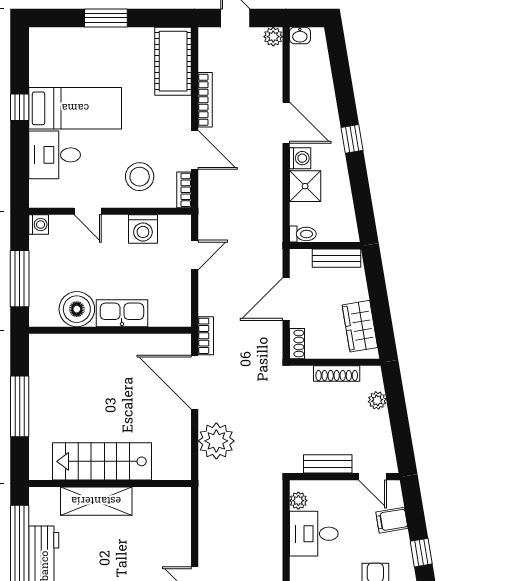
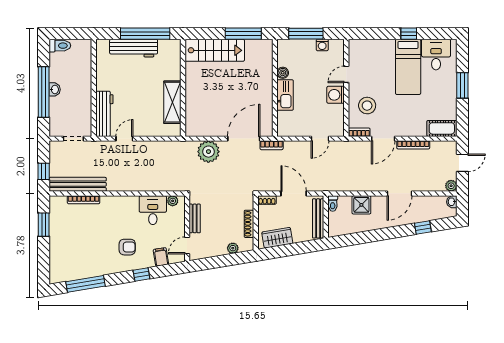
cot: (173, 61) -> (442, 128), width x0.73, depth x0.75
window: (352, 139) -> (423, 227), moved
desk: (55, 155) -> (436, 55), moved
washing machine: (300, 158) -> (378, 202), removed
washing machine: (39, 225) -> (322, 45), moved
washing machine: (143, 229) -> (336, 95), moved
door: (195, 255) -> (320, 139), hinge flipped
bench: (336, 258) -> (318, 218), width x1.36
boiler: (77, 309) -> (283, 73), width x0.54, depth x0.54
window: (20, 406) -> (243, 34), moved
stairs: (102, 461) -> (215, 50), moved, turned 90
shelving: (96, 501) -> (172, 102), moved

